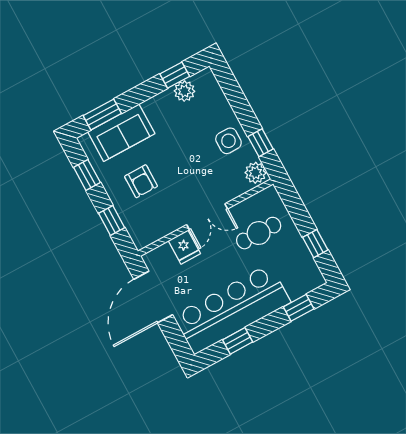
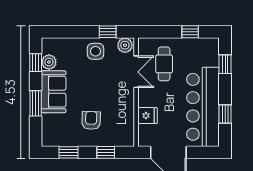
window: (102, 114) -> (36, 103), moved
sofa: (121, 133) -> (54, 92), moved
armchair: (141, 181) -> (91, 120), turned -88
double door: (207, 217) -> (136, 72), moved

